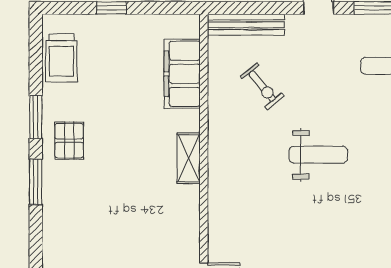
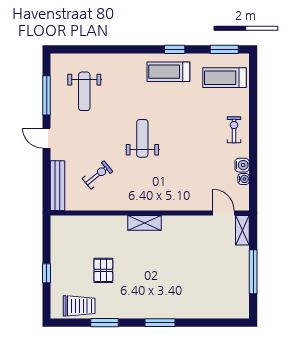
filing cabinet: (182, 74) -> (89, 227), removed
window: (36, 117) -> (105, 323), moved
pallet: (69, 141) -> (103, 270), moved, turned 90

